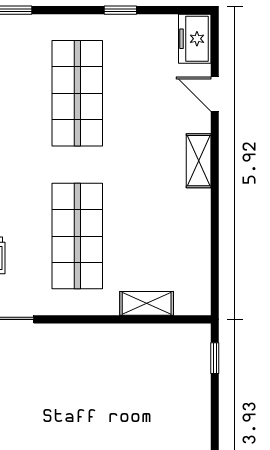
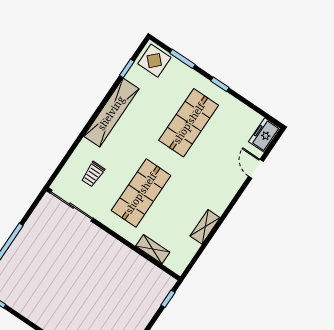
window: (120, 10) -> (220, 84), moved
shelving: (199, 161) -> (205, 227), moved

